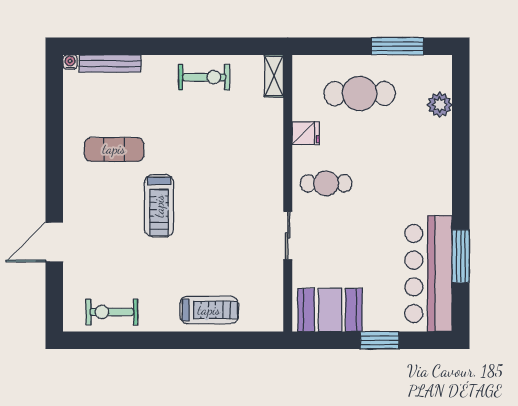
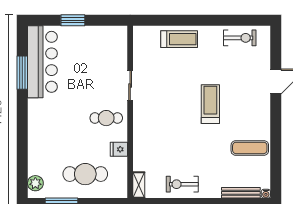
plant: (440, 105) -> (35, 183), moved
exercise mat: (114, 149) -> (250, 148), moved
treadmill: (209, 310) -> (179, 39), turned 180
booth: (330, 310) -> (104, 39), removed

